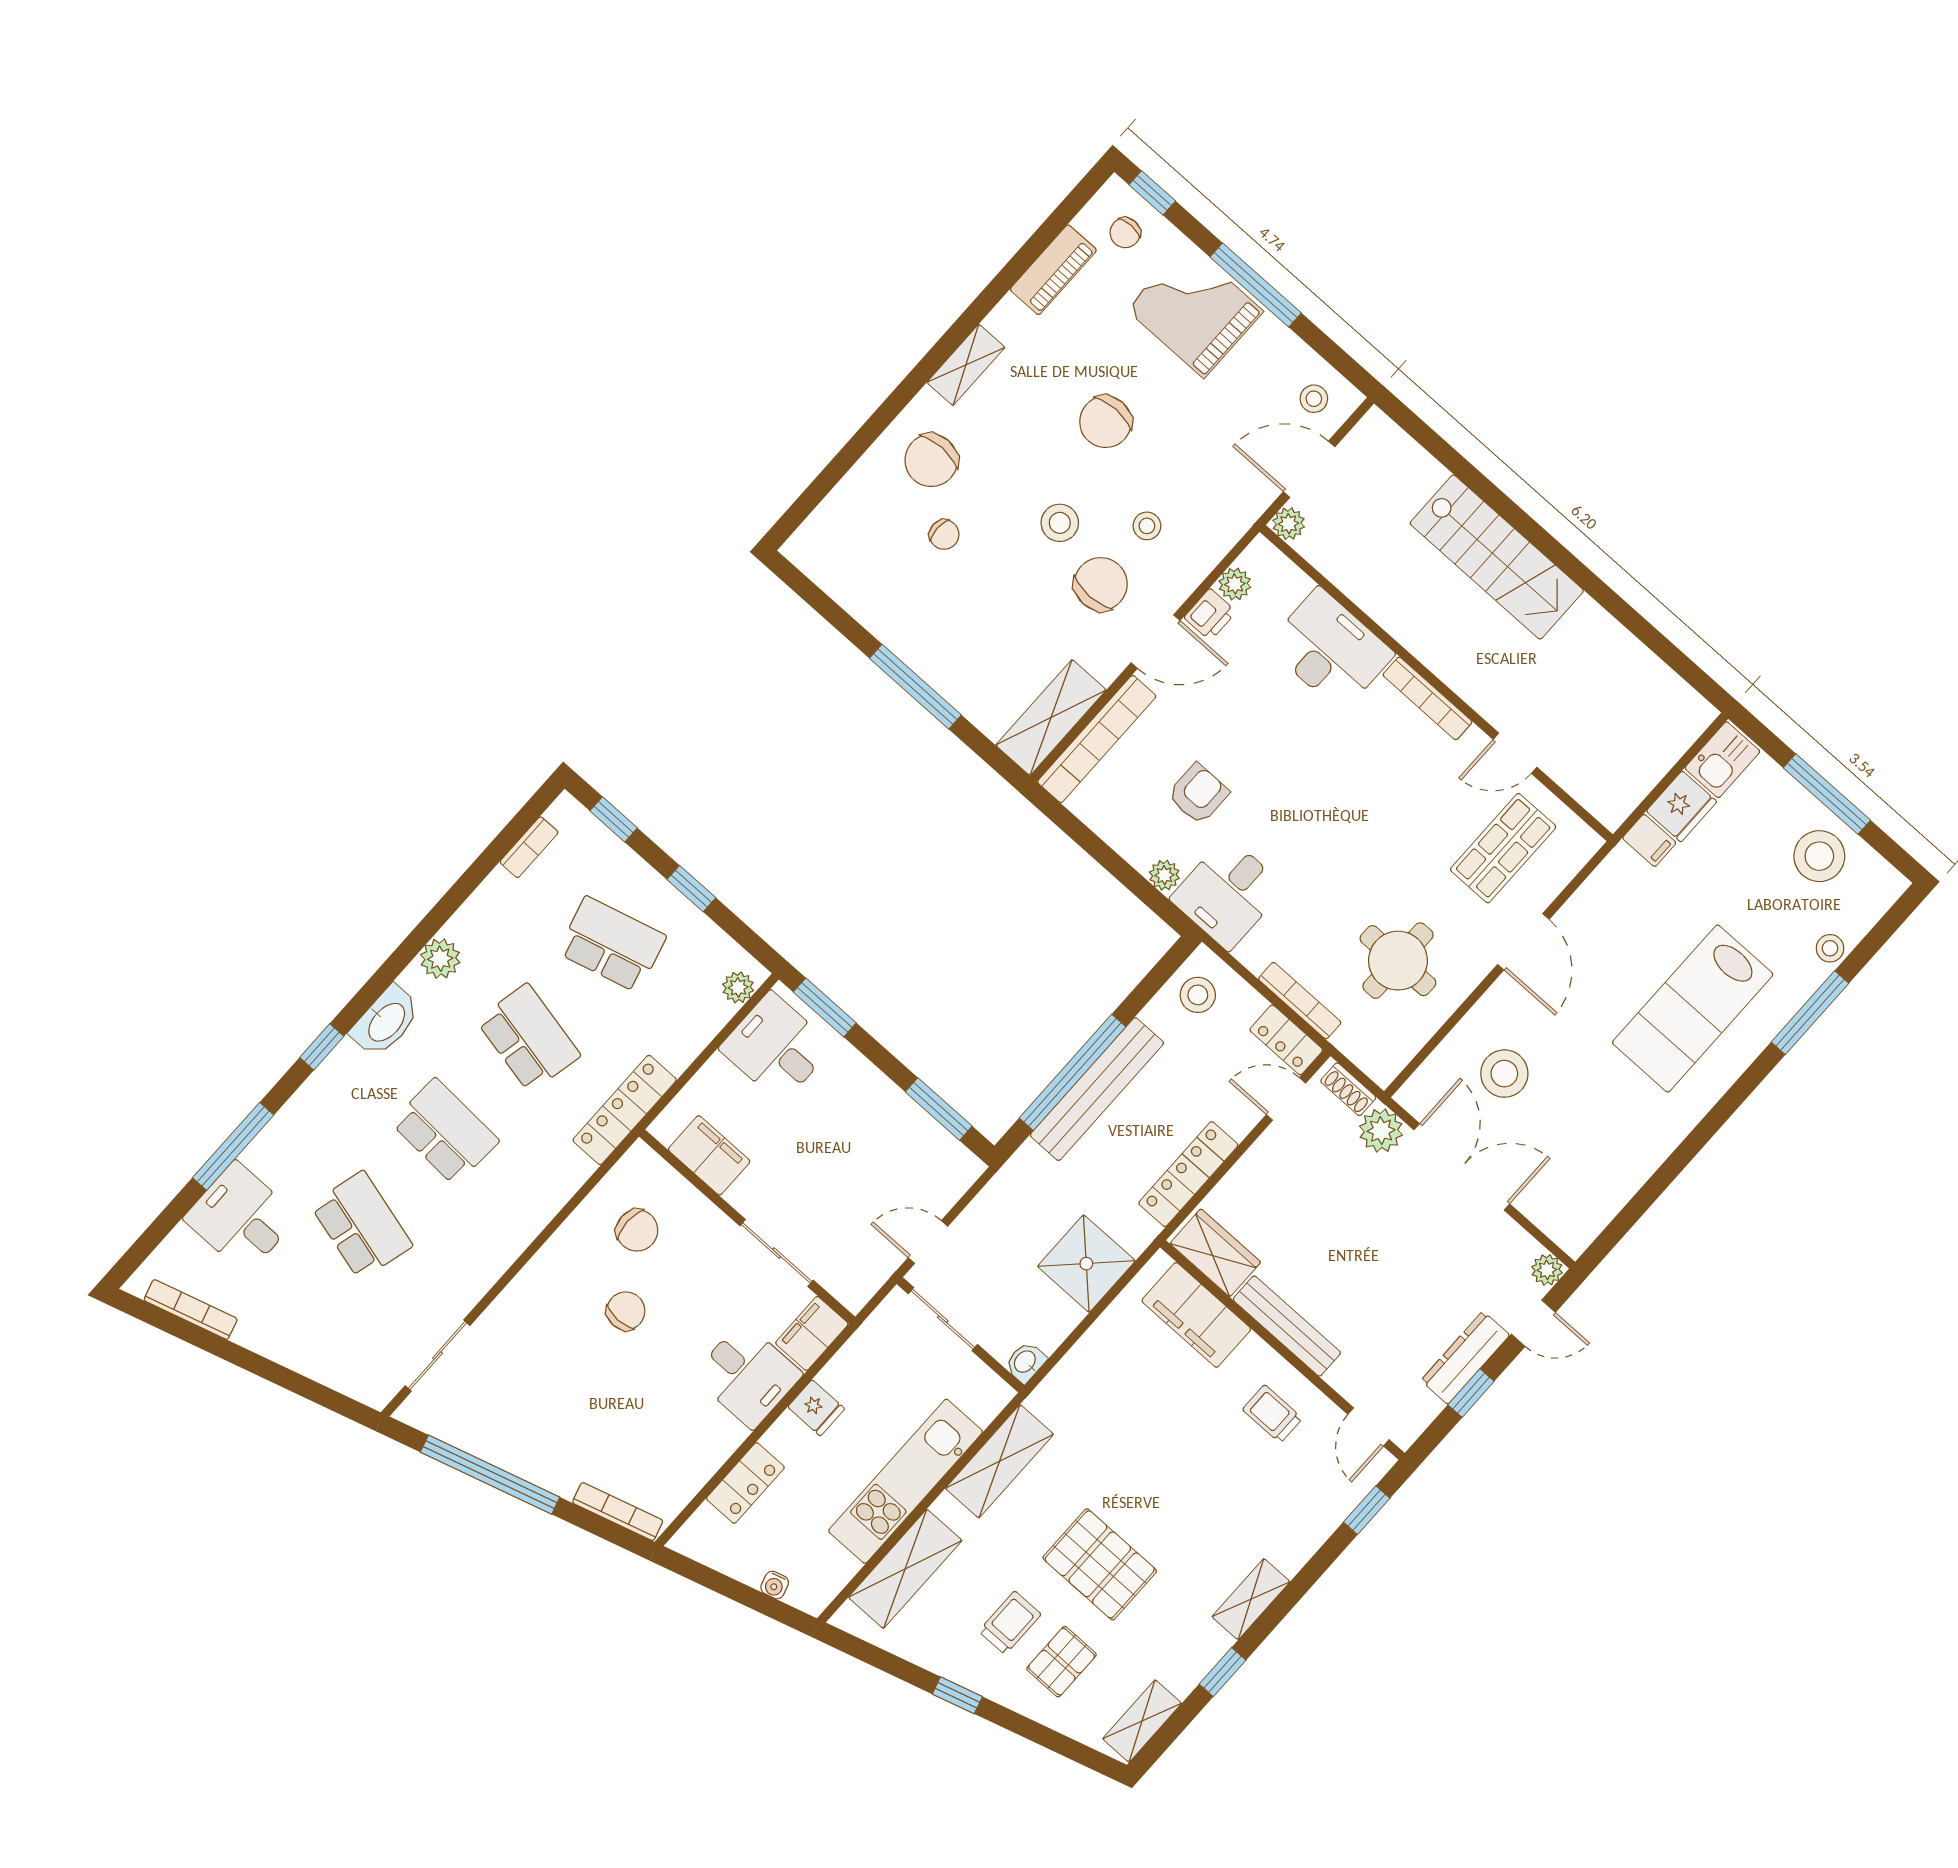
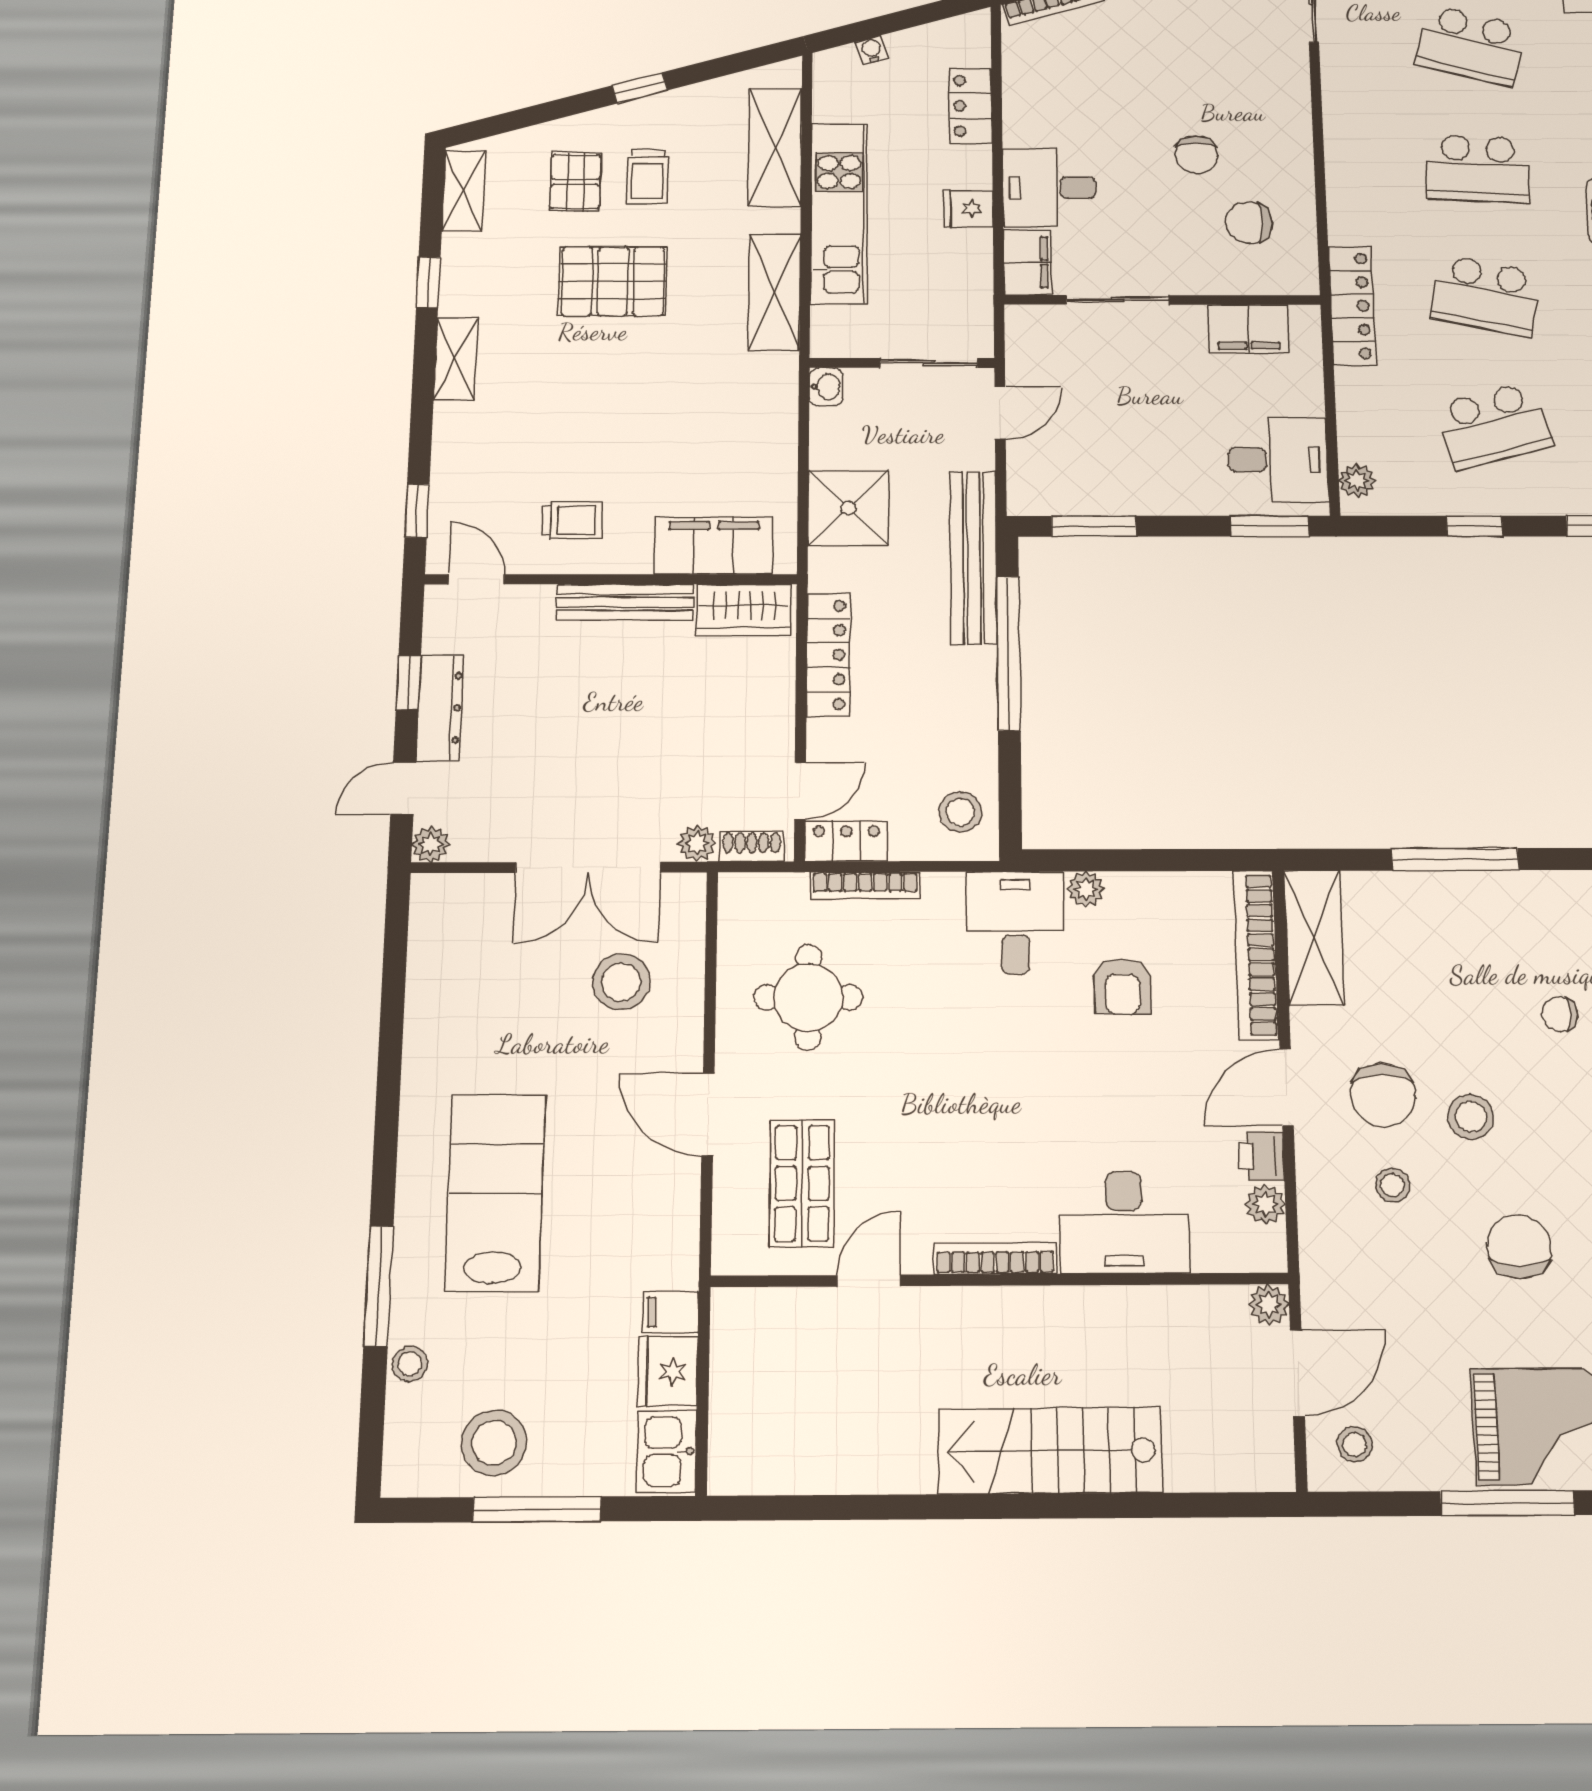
bench: (1097, 1089) -> (973, 557), moved
plant: (1381, 1131) -> (697, 843), width x0.73, depth x0.73

